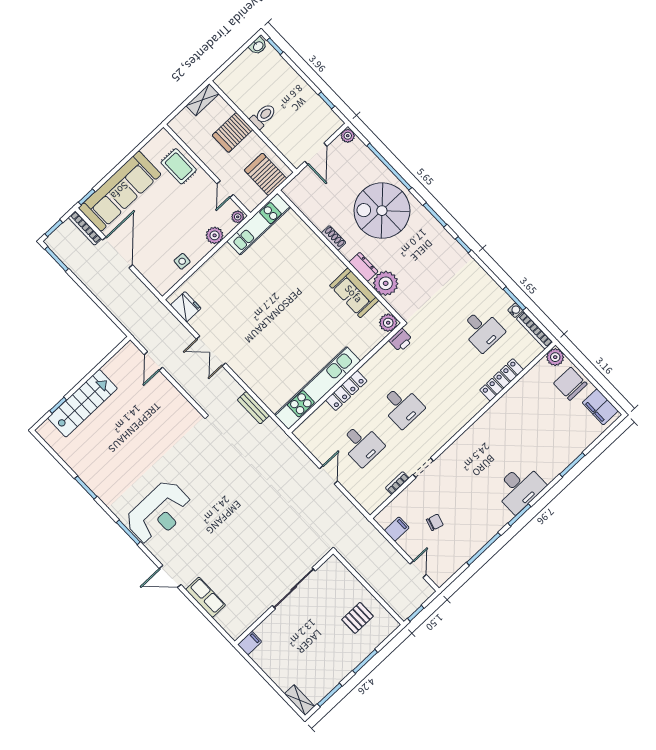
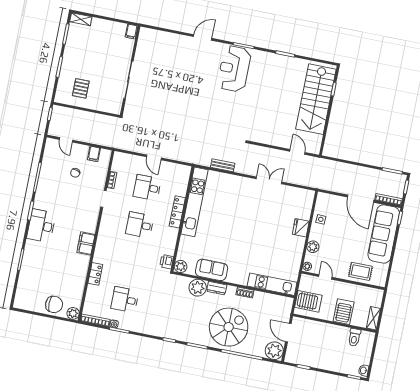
toilet: (263, 116) -> (354, 337), moved
plant: (348, 136) -> (274, 351), width x1.88, depth x1.88
kitchen unit: (259, 224) -> (272, 284), moved, turned 90
fridge: (186, 307) -> (301, 228), moved, turned 90
locker: (502, 380) -> (95, 274), width x0.66
stairs: (82, 403) -> (316, 99), width x1.36, depth x1.51
filing cabinet: (600, 407) -> (86, 244), moved, turned -90
row of seats: (206, 597) -> (174, 40), removed

